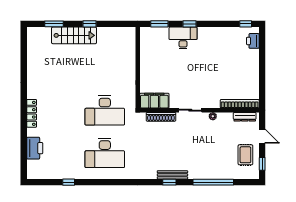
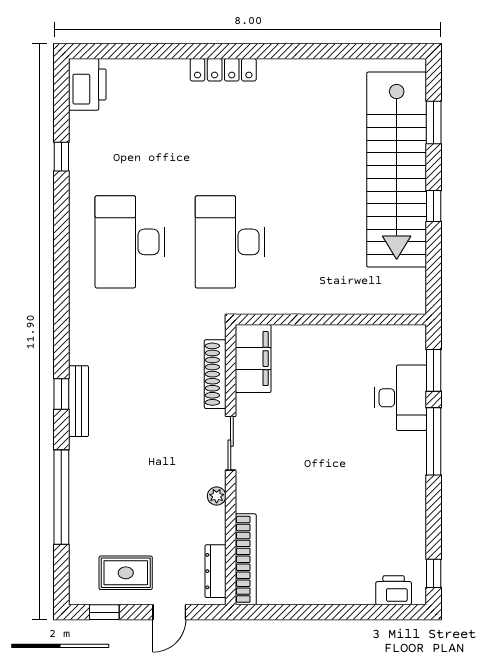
window: (190, 24) -> (434, 441), width x2.17
stairs: (74, 35) -> (397, 170), width x1.86, depth x1.51
desk: (183, 38) -> (401, 398), moved
printer: (35, 148) -> (87, 84), moved, turned -90

